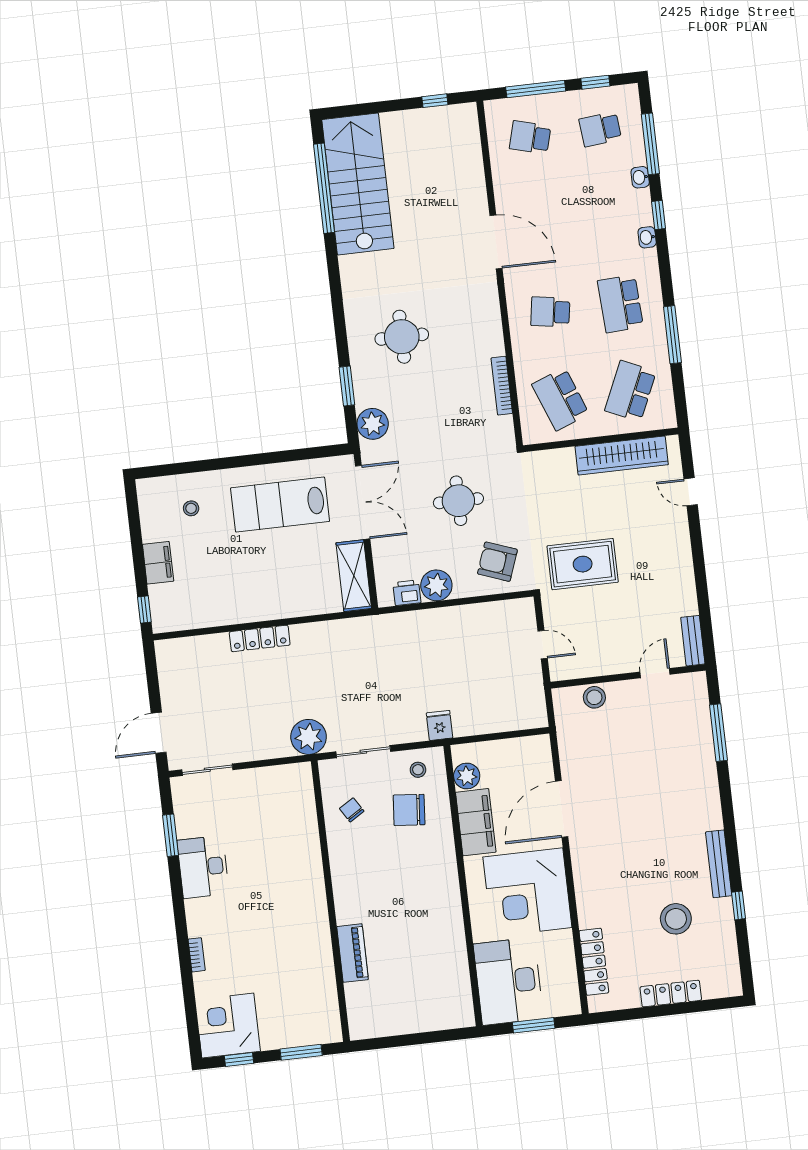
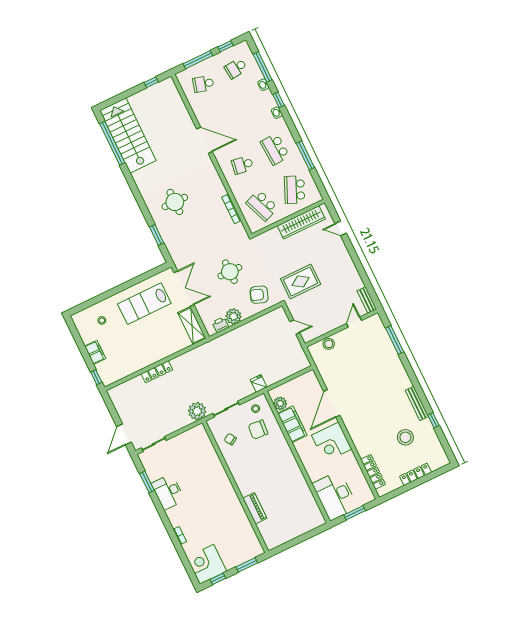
plant: (373, 424) -> (175, 249), removed
corner desk: (527, 892) -> (332, 442), width x0.74, depth x0.74

